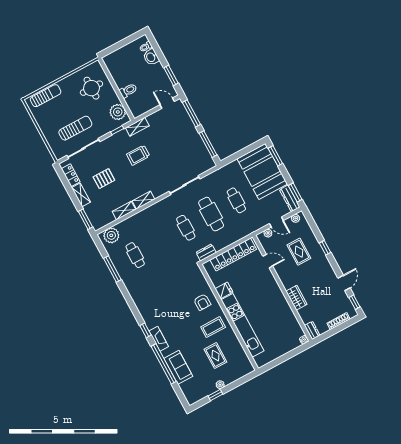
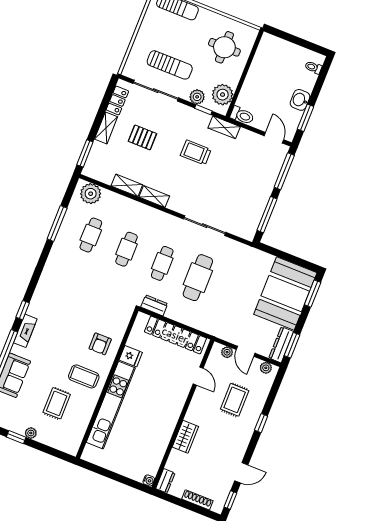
washbasin: (151, 57) -> (300, 100), moved
toilet: (128, 91) -> (242, 115), moved
plant: (107, 128) -> (197, 97), added
cafe table: (236, 200) -> (127, 249), moved

